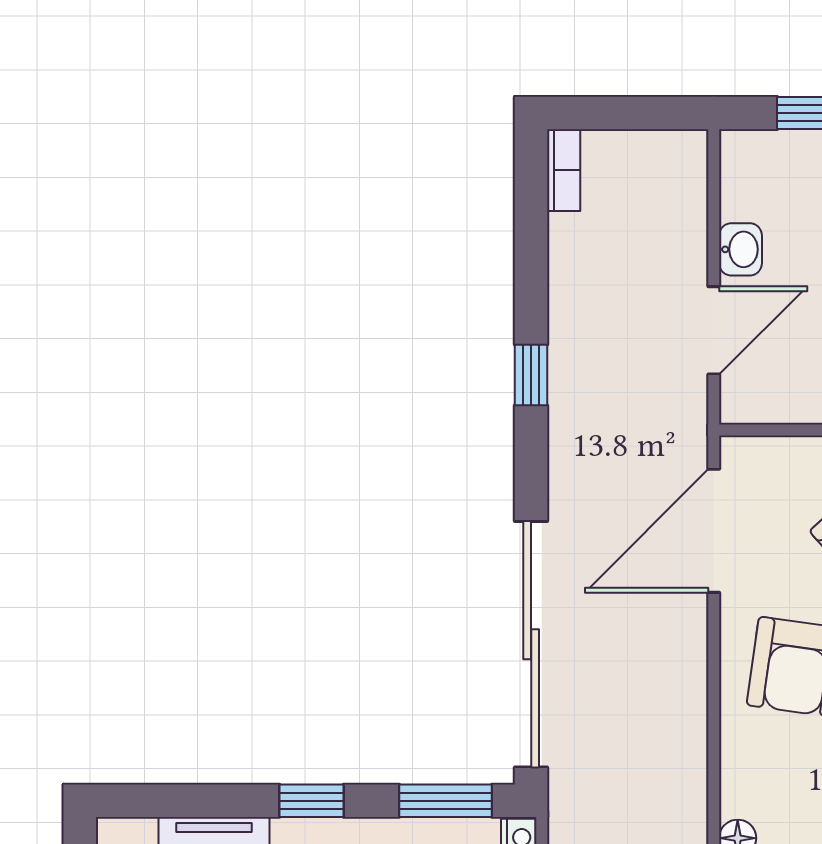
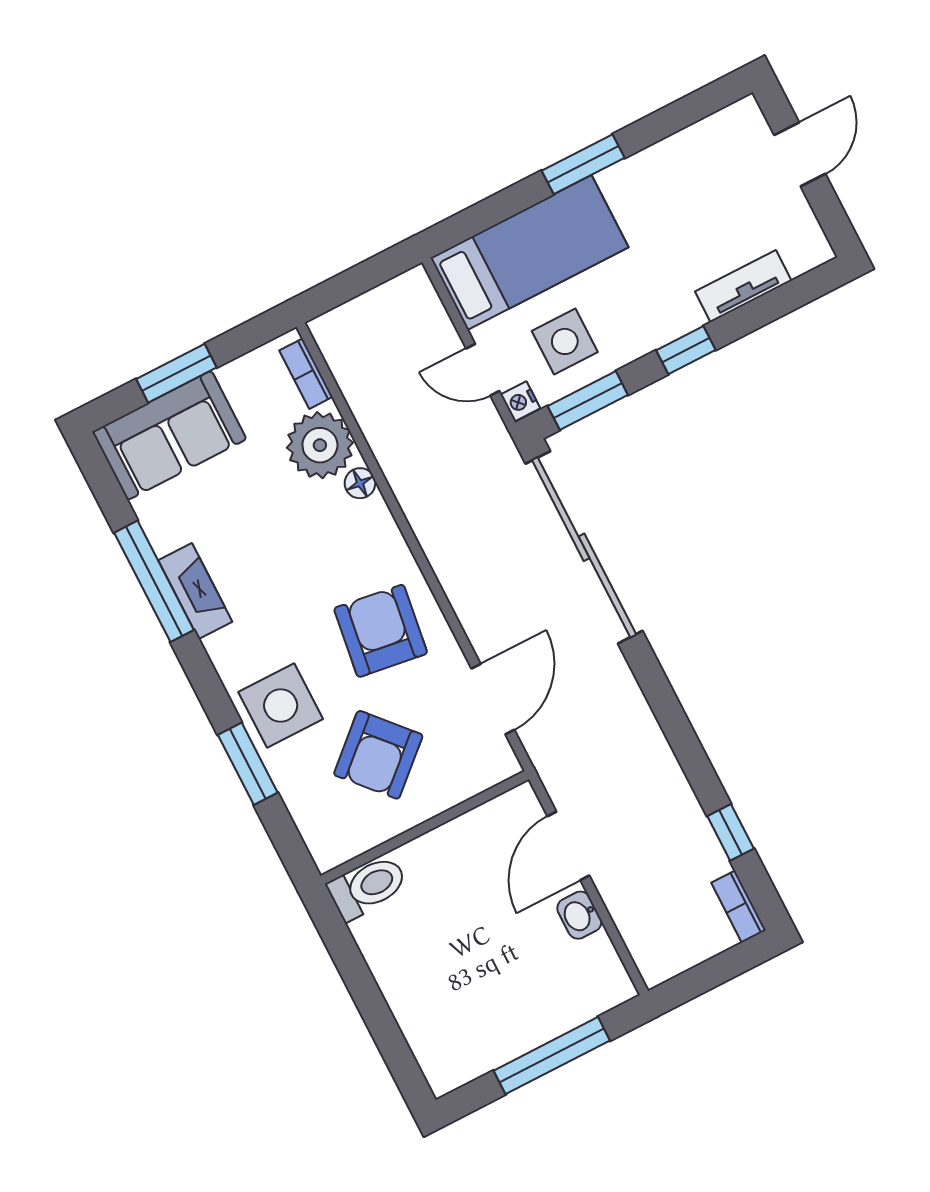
window: (531, 375) -> (731, 832), moved
door: (714, 531) -> (493, 699), width x0.73

